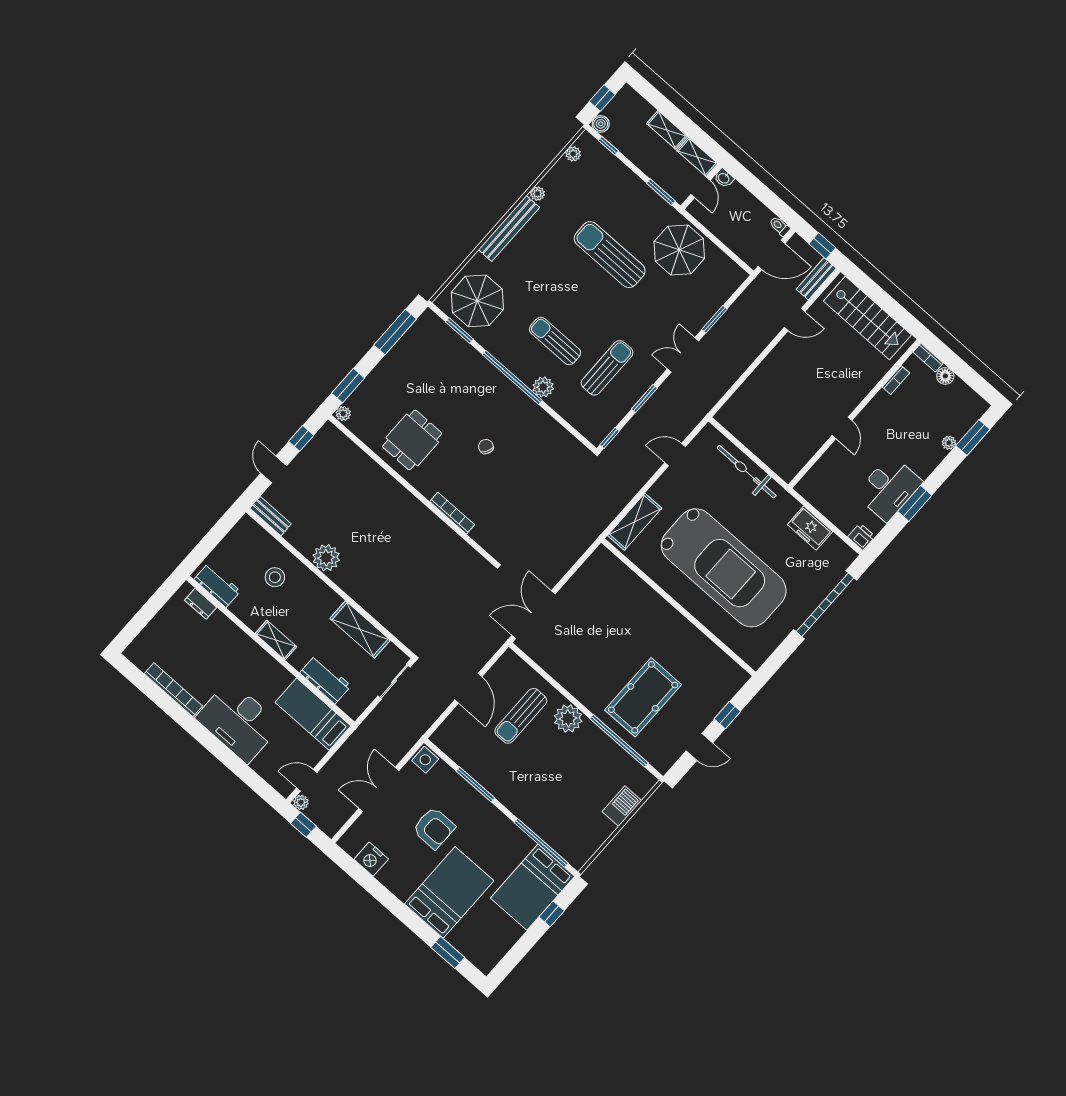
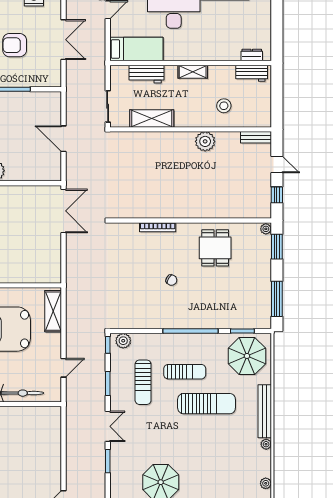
sun lounger: (610, 255) -> (207, 404), moved
plant: (543, 387) -> (123, 341), moved
sun lounger: (521, 716) -> (21, 149), removed
side table: (425, 760) -> (53, 79), removed

